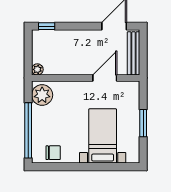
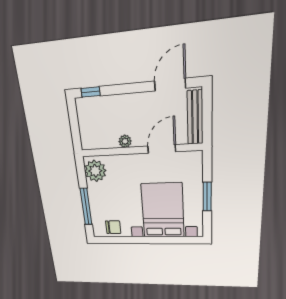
plant: (37, 69) -> (125, 141), moved
window: (28, 130) -> (86, 207), width x0.68
bed with nightstands: (103, 136) -> (163, 211), width x1.36

